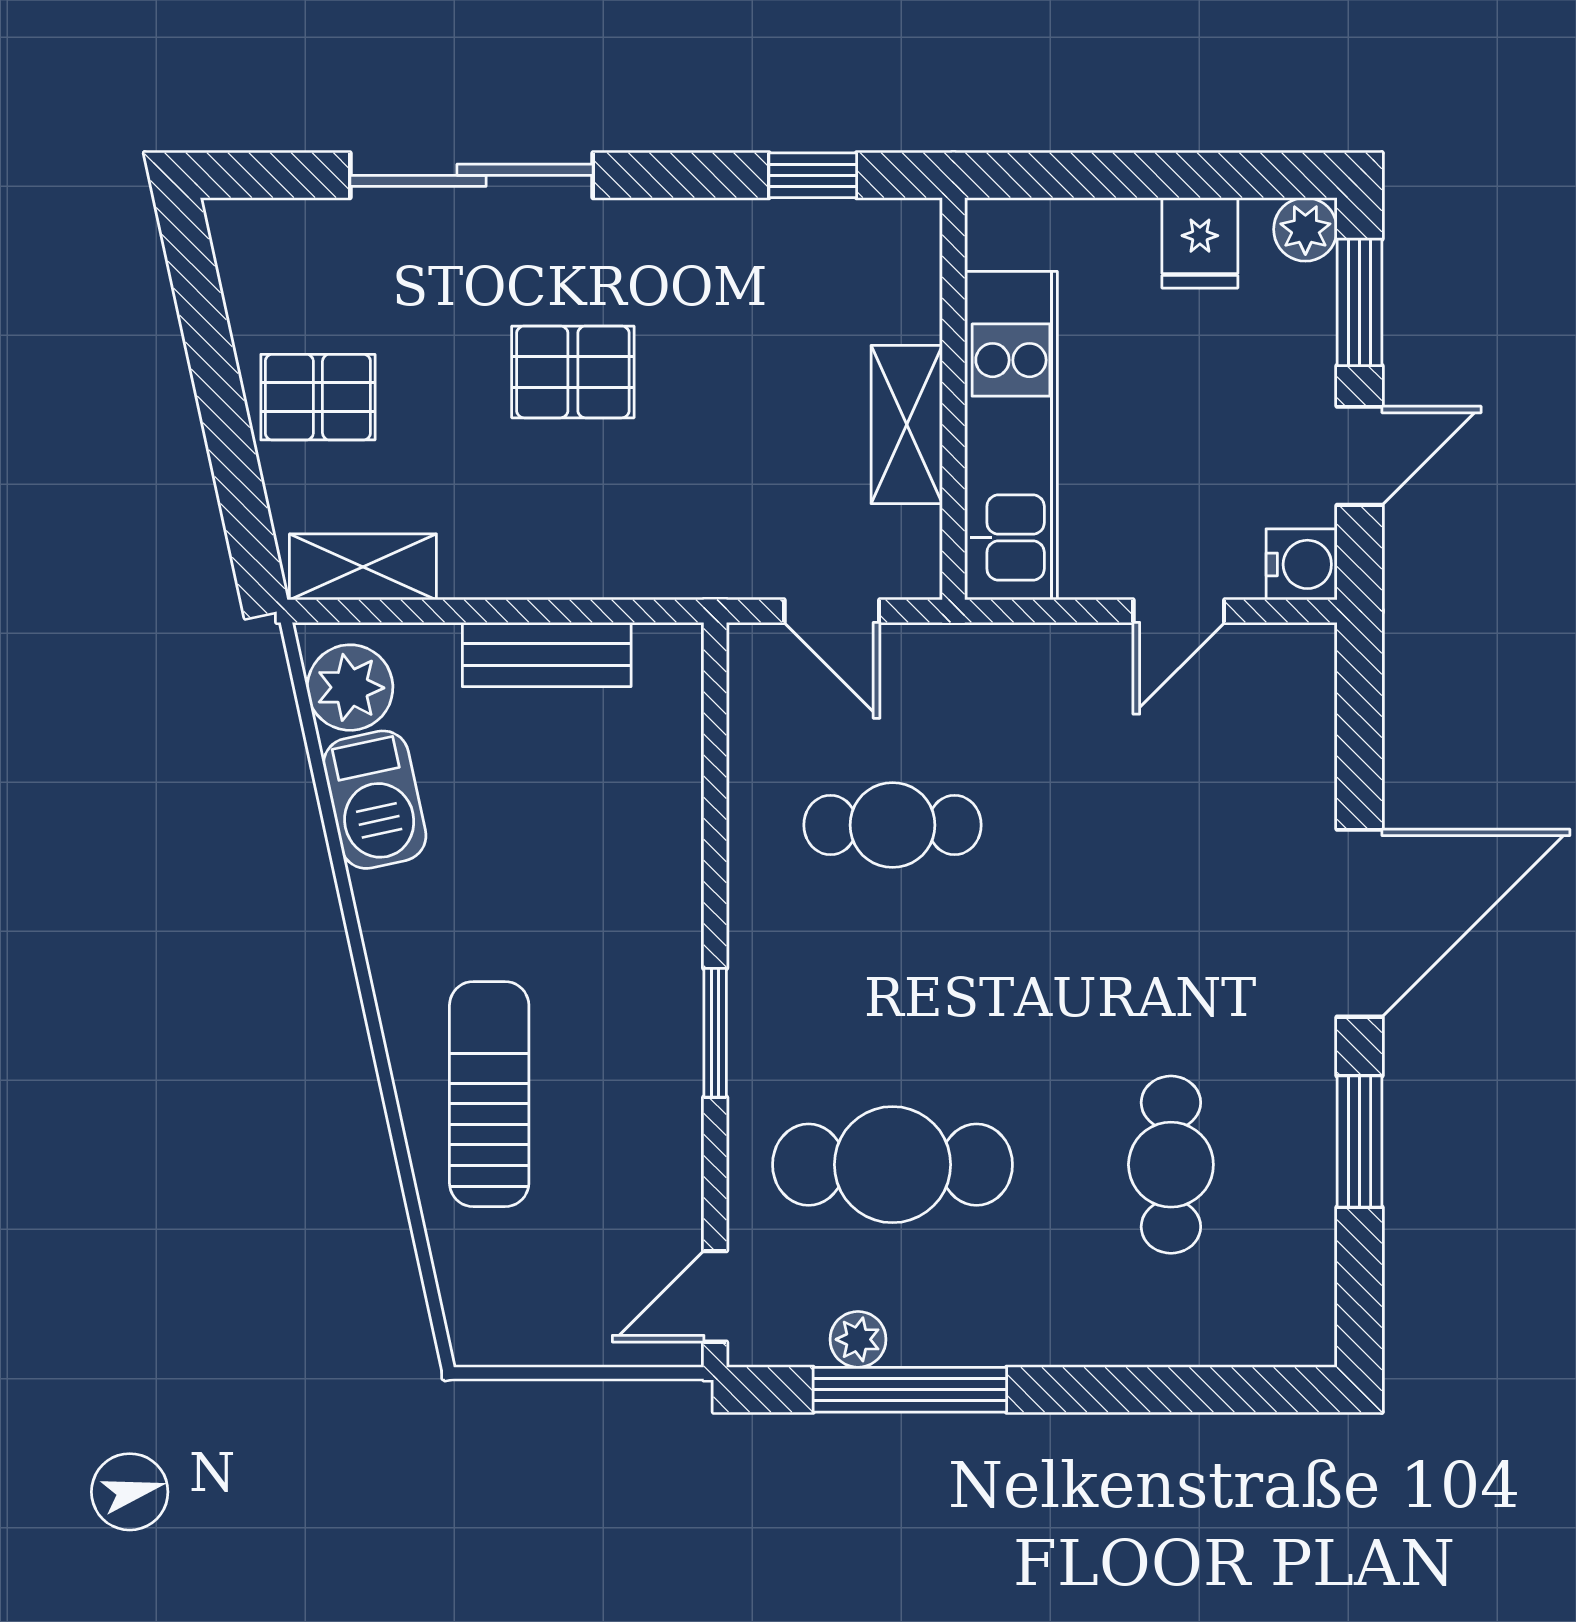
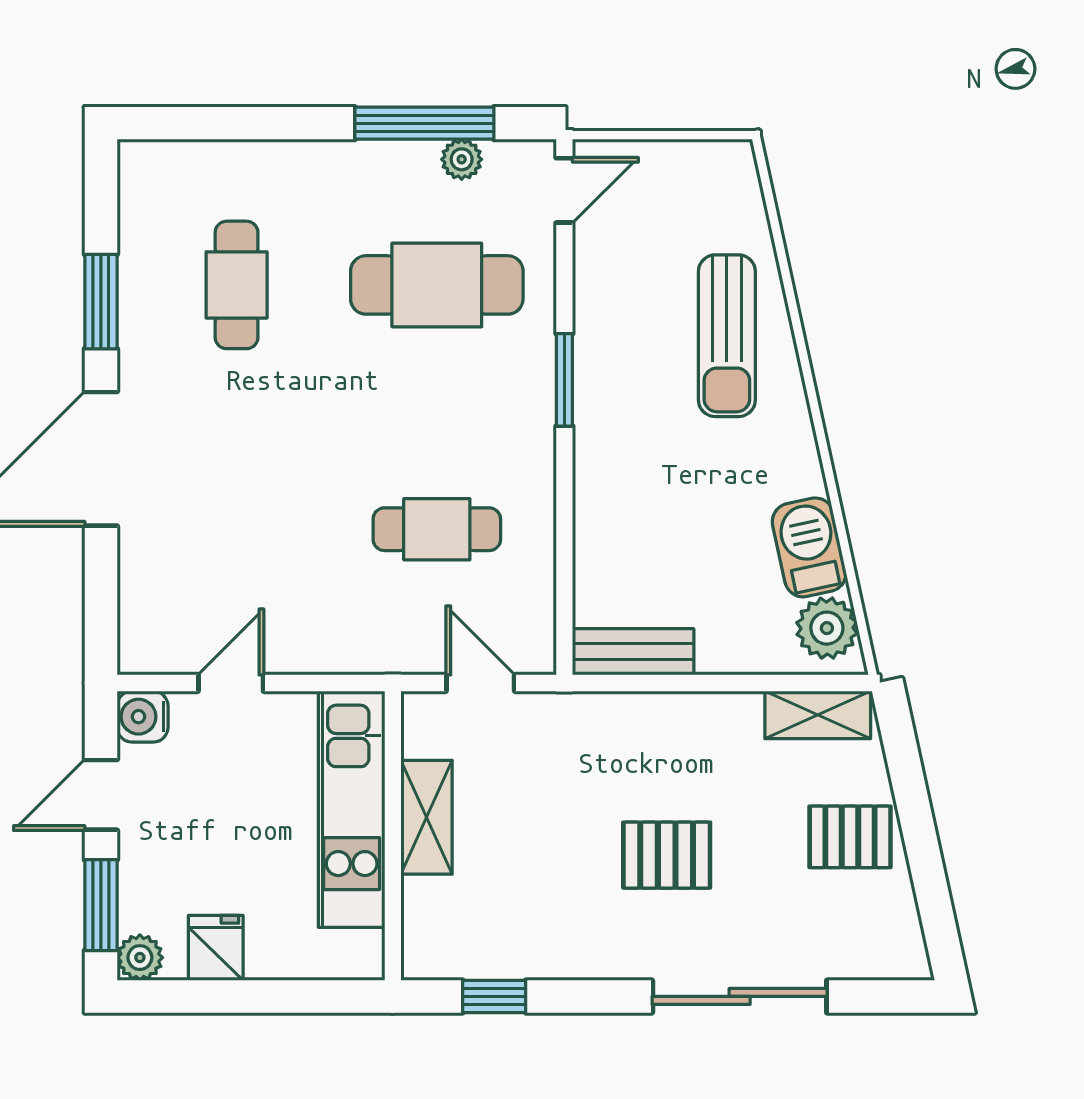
bench: (547, 655) -> (633, 652), moved

